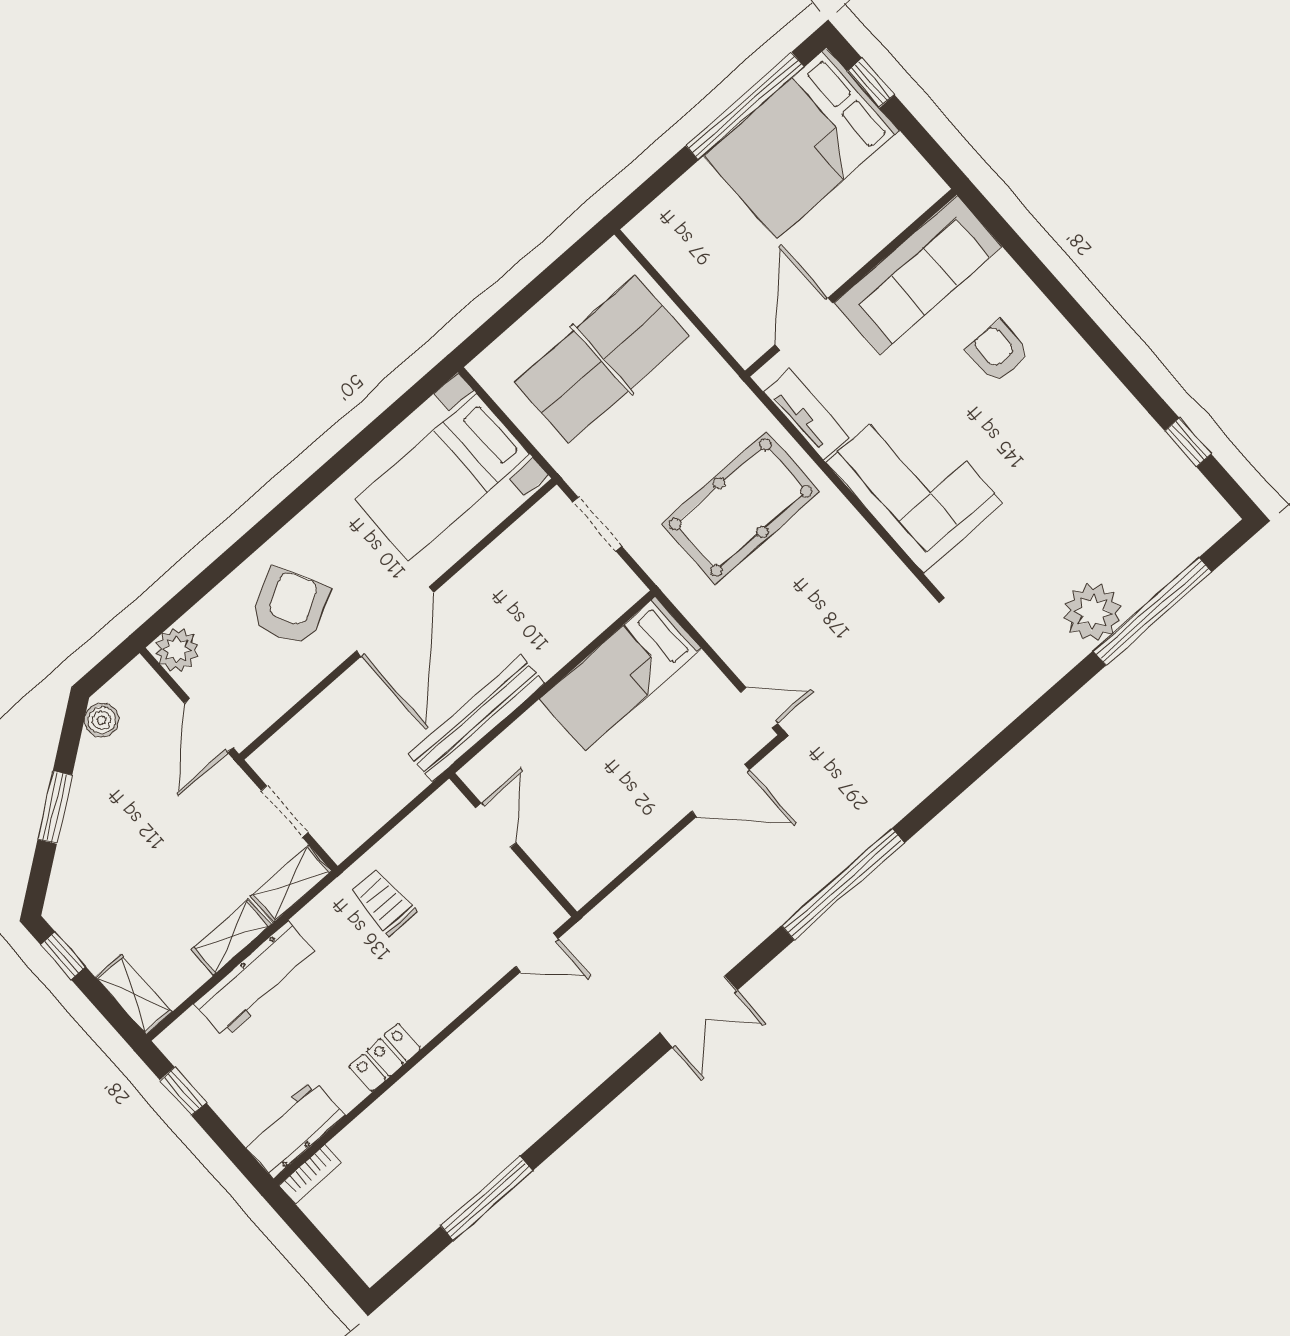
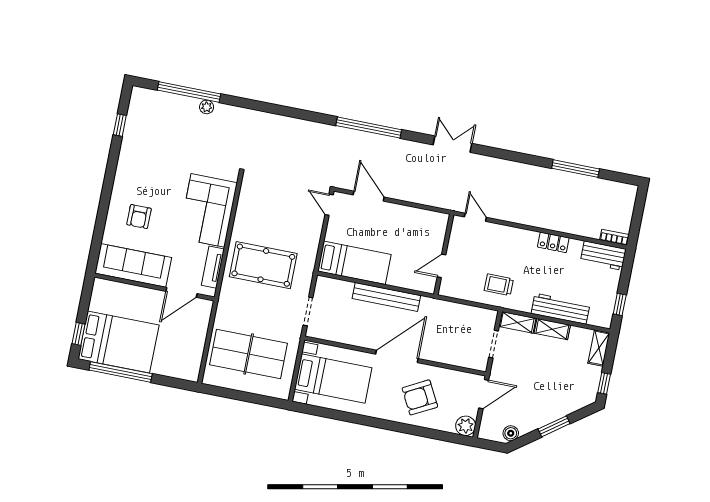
plant: (1093, 612) -> (207, 107), width x0.53, depth x0.53
bench: (477, 719) -> (386, 297), moved
trolley: (384, 902) -> (499, 285), turned 90

